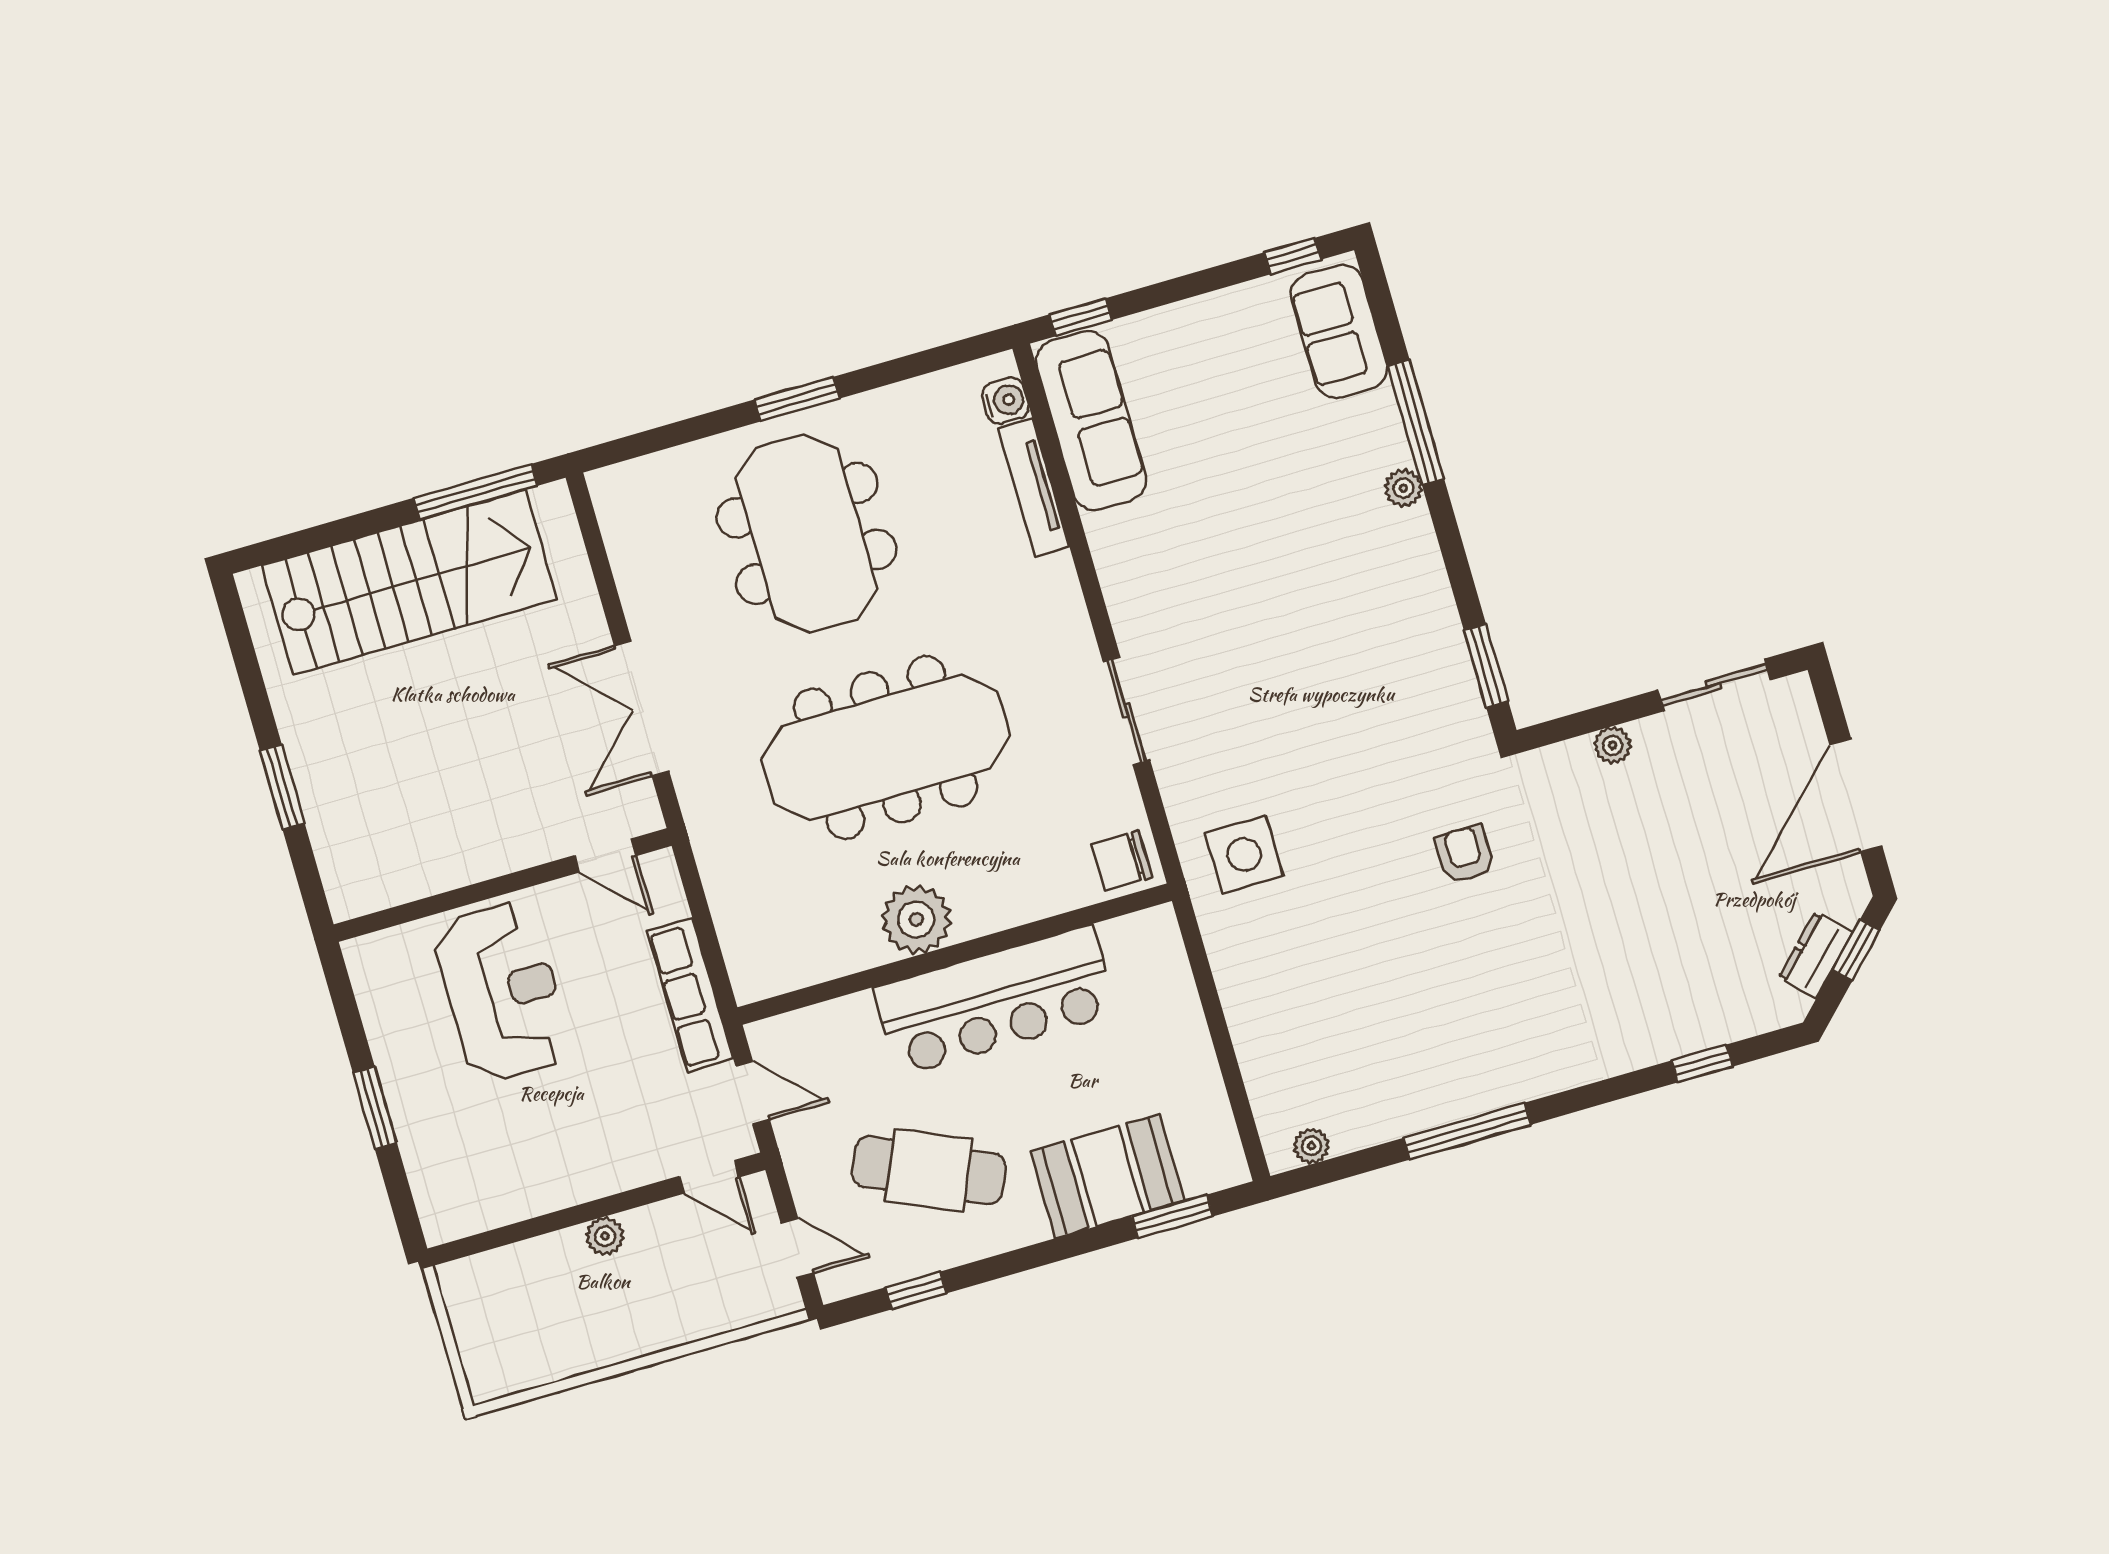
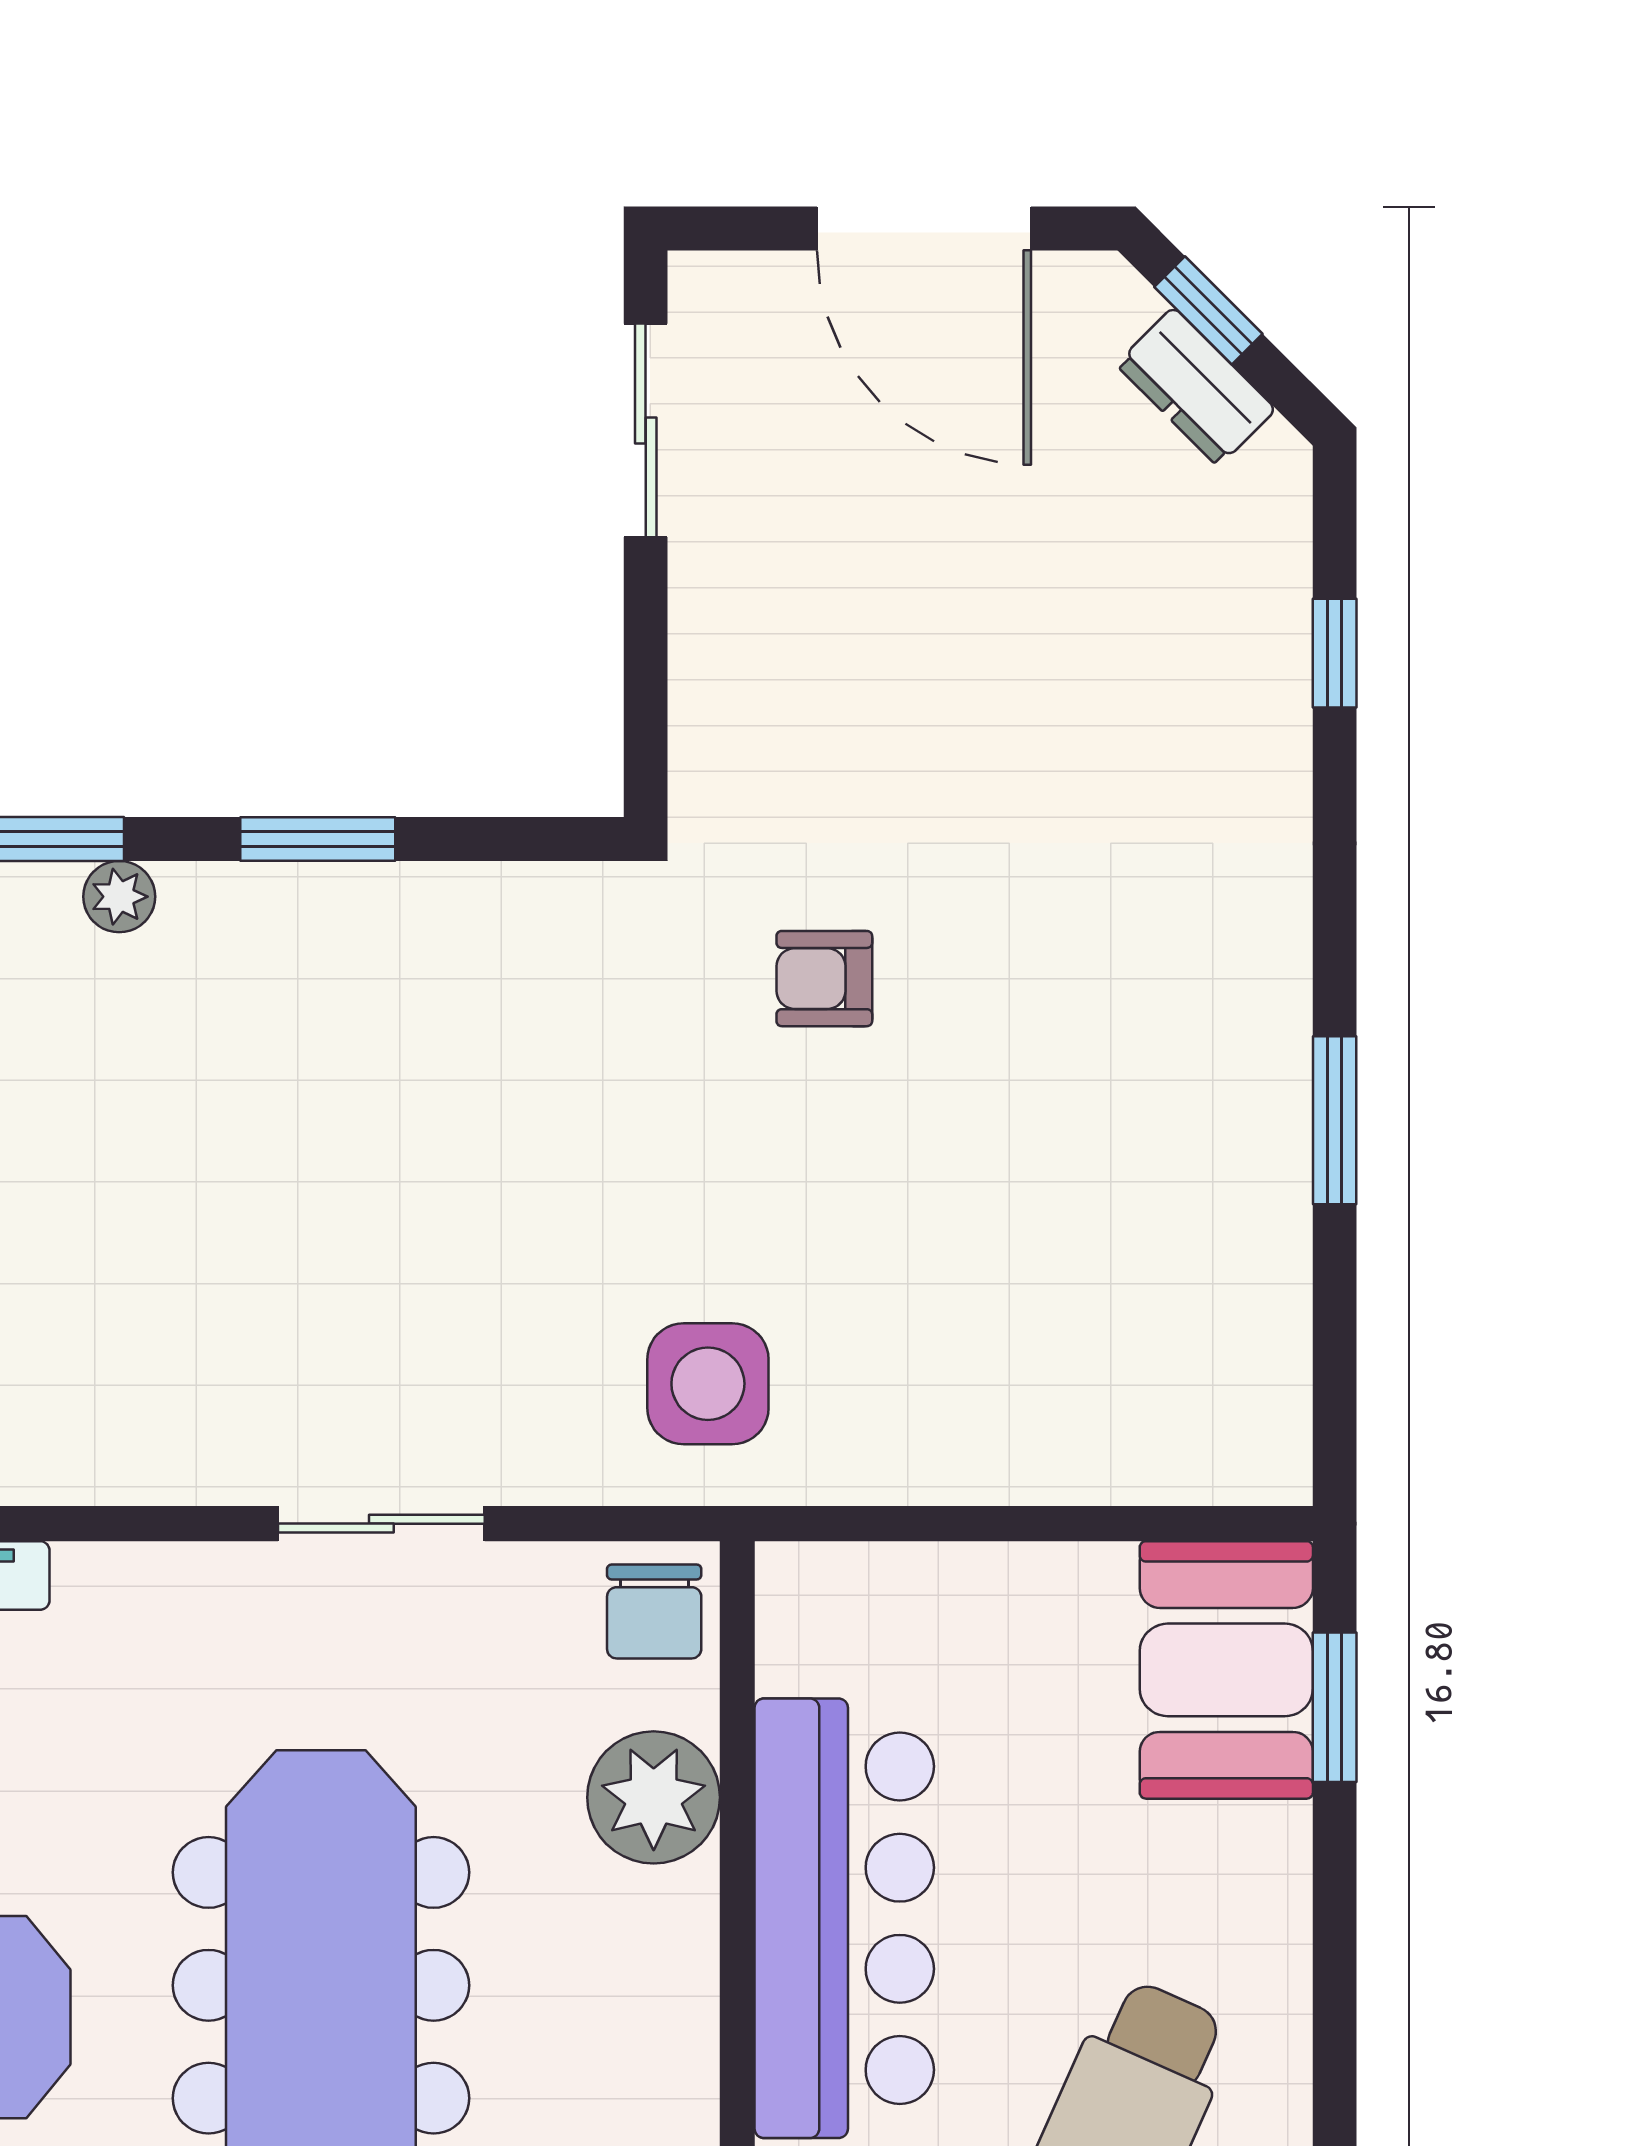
window: (1486, 666) -> (318, 839), moved
plant: (1613, 745) -> (703, 649), removed
plant: (916, 920) -> (654, 1797), moved
window: (1467, 1131) -> (1335, 1120), width x0.69
plant: (1311, 1146) -> (1279, 1414), removed
booth: (1108, 1176) -> (1226, 1670), moved

